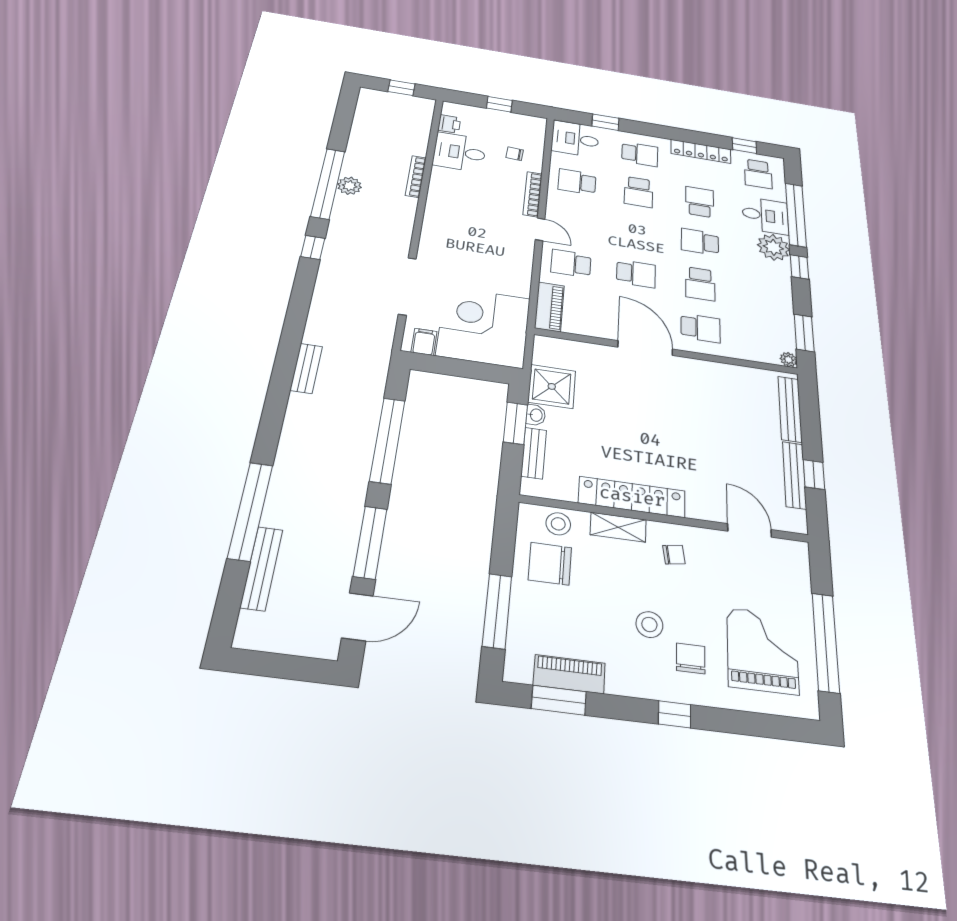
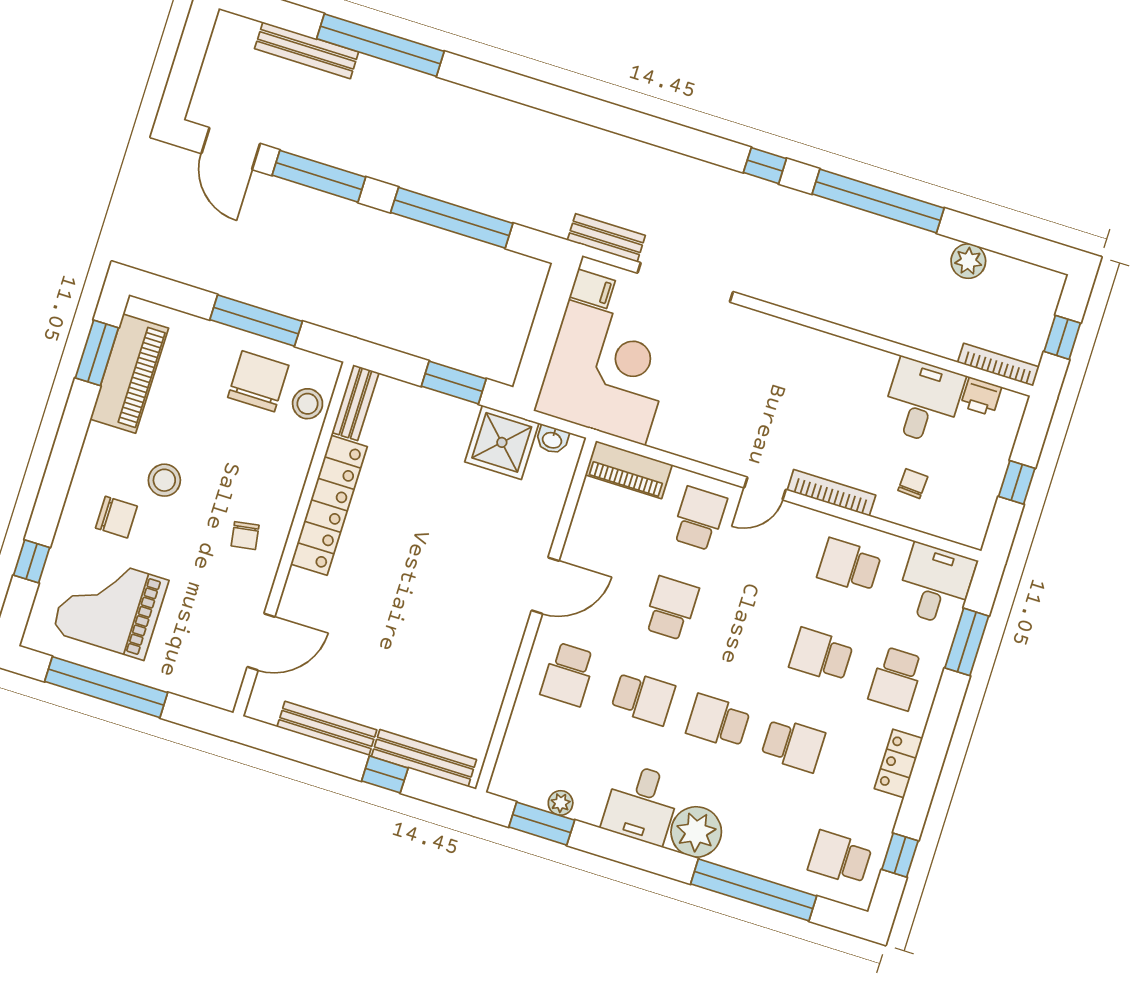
window: (605, 122) -> (967, 642), width x1.50
locker: (701, 151) -> (899, 763), width x0.66
bookcase: (416, 177) -> (998, 365), moved
school desk: (577, 182) -> (849, 566), turned -90
plant: (350, 186) -> (968, 261), moved
desk: (765, 216) -> (641, 804), moved
school desk: (700, 242) -> (718, 721), turned -90
window: (799, 267) -> (656, 859), removed
school desk: (636, 274) -> (671, 608), turned 180
school desk: (700, 284) -> (643, 698), turned 180
door: (645, 348) -> (545, 586), width x0.73
plant: (788, 360) -> (561, 803), moved
bench: (306, 368) -> (606, 238), moved
washbasin: (536, 415) -> (552, 440), moved
bench: (534, 453) -> (355, 403), moved, turned 90
window: (814, 475) -> (385, 774), moved
shelving: (618, 527) -> (292, 477), removed
window: (497, 611) -> (256, 321), moved
grand piano: (762, 651) -> (110, 606), turned 180
piano: (569, 674) -> (129, 374), width x1.37, depth x1.33
window: (675, 714) -> (32, 561), moved

